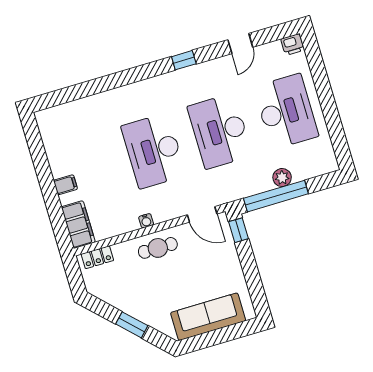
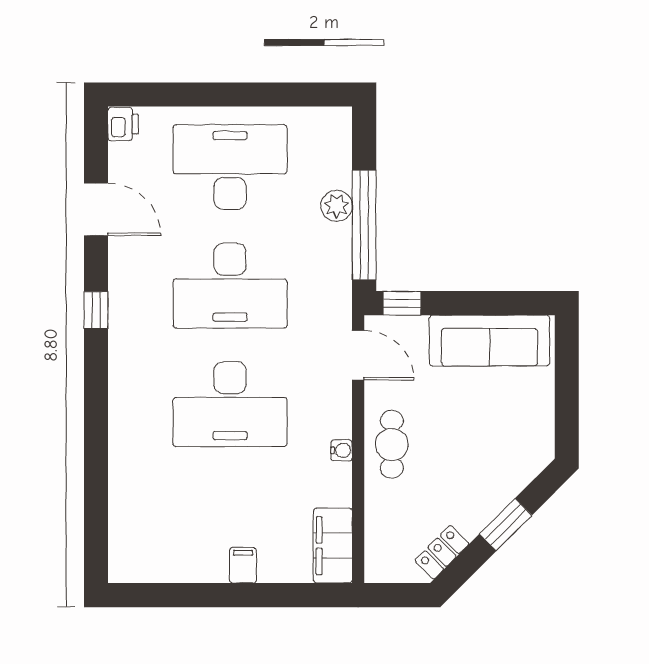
door: (240, 43) -> (96, 209), width x1.38
door: (202, 214) -> (358, 355), hinge flipped
filing cabinet: (78, 225) -> (333, 546), moved, turned -90
locker: (97, 257) -> (442, 552), moved, turned -135
sofa: (208, 317) -> (489, 341), moved, turned -90

